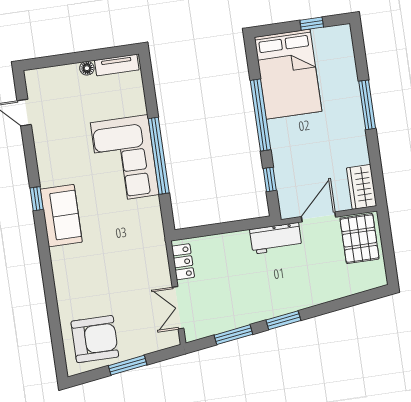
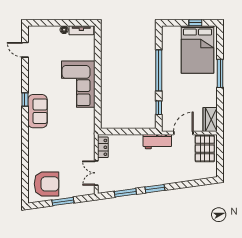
bed: (288, 74) -> (197, 50), moved
window: (159, 156) -> (98, 85), removed

